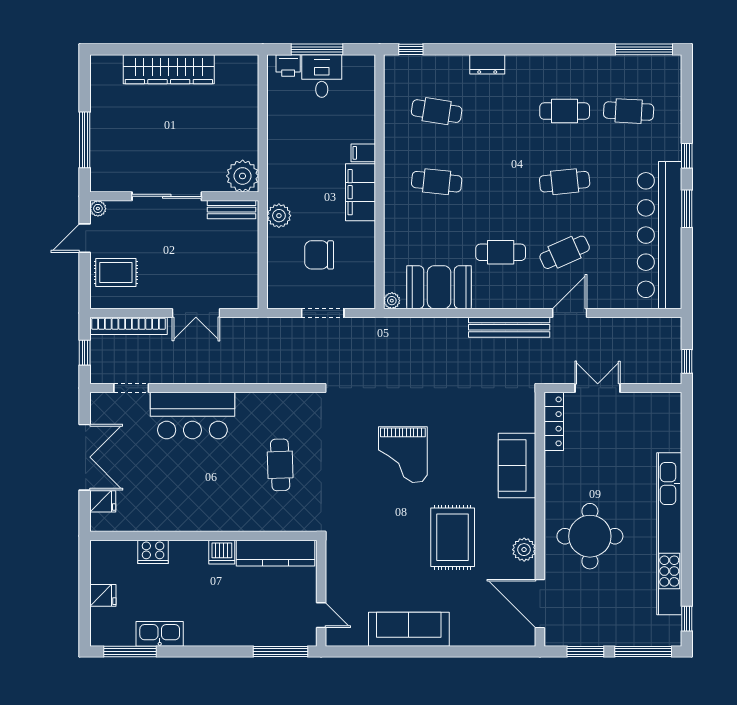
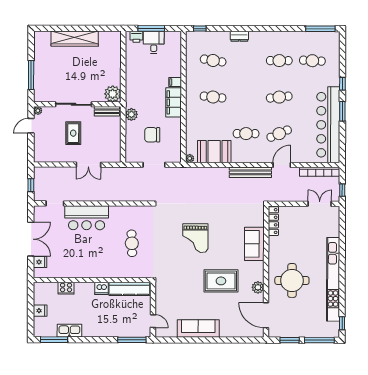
rug: (116, 273) -> (73, 133), moved, turned 90
bookcase: (129, 326) -> (320, 172), moved
double door: (598, 388) -> (320, 204), moved
rug: (453, 537) -> (221, 281), turned 90

